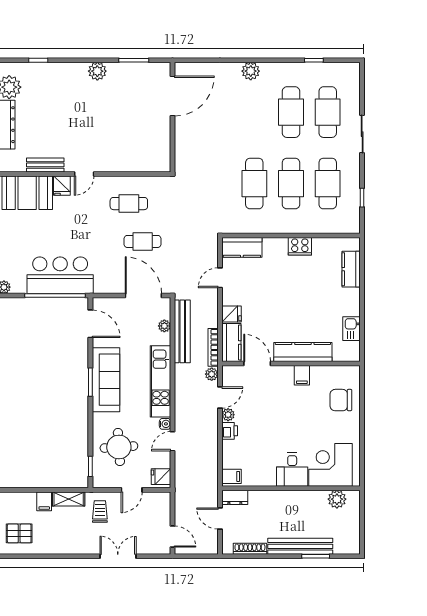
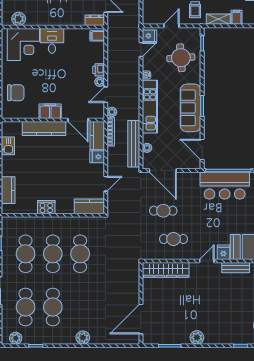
plant: (341, 70) -> (16, 338), added
wardrobe: (139, 162) -> (166, 270), added
filing cabinet: (302, 375) -> (50, 111), width x2.00
door: (173, 441) -> (141, 50), moved

